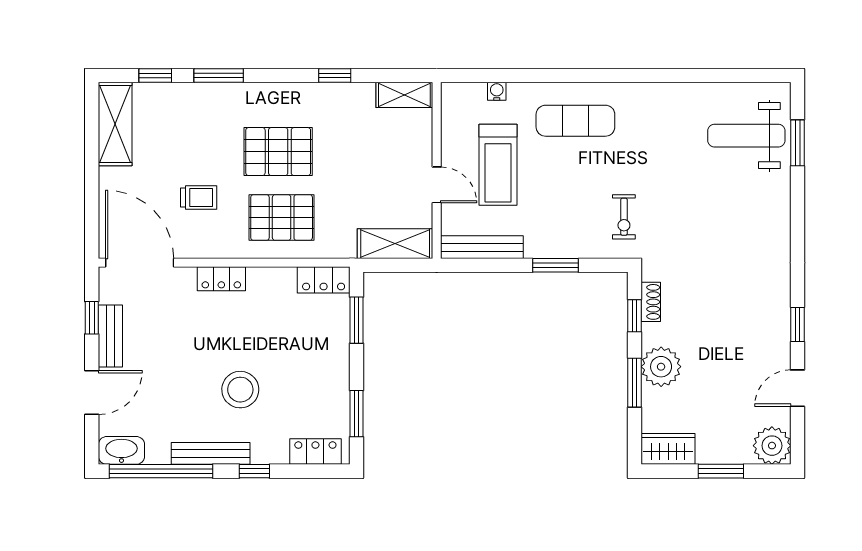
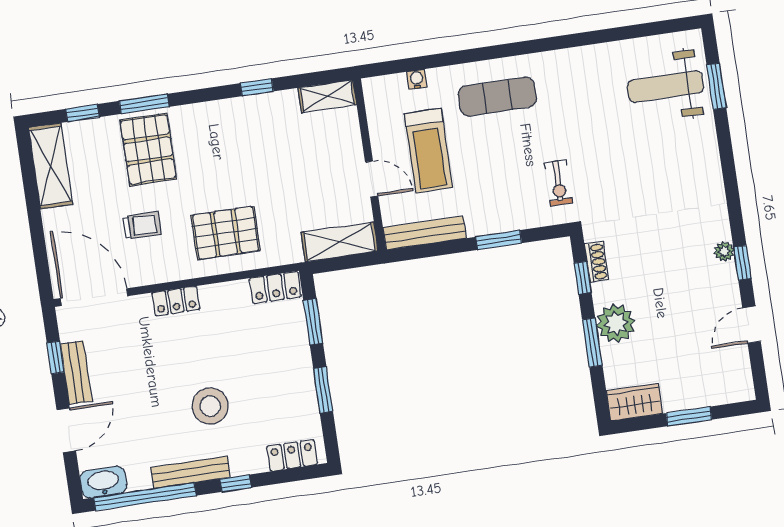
pallet: (278, 152) -> (148, 149), moved, turned 90
window: (356, 414) -> (323, 390), moved
plant: (772, 446) -> (724, 251), moved, width x0.53, depth x0.53

